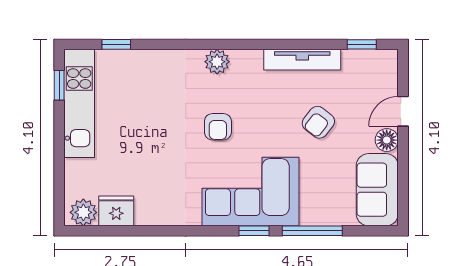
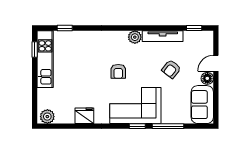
plant: (217, 62) -> (135, 37), moved
fridge: (116, 211) -> (84, 116), moved

